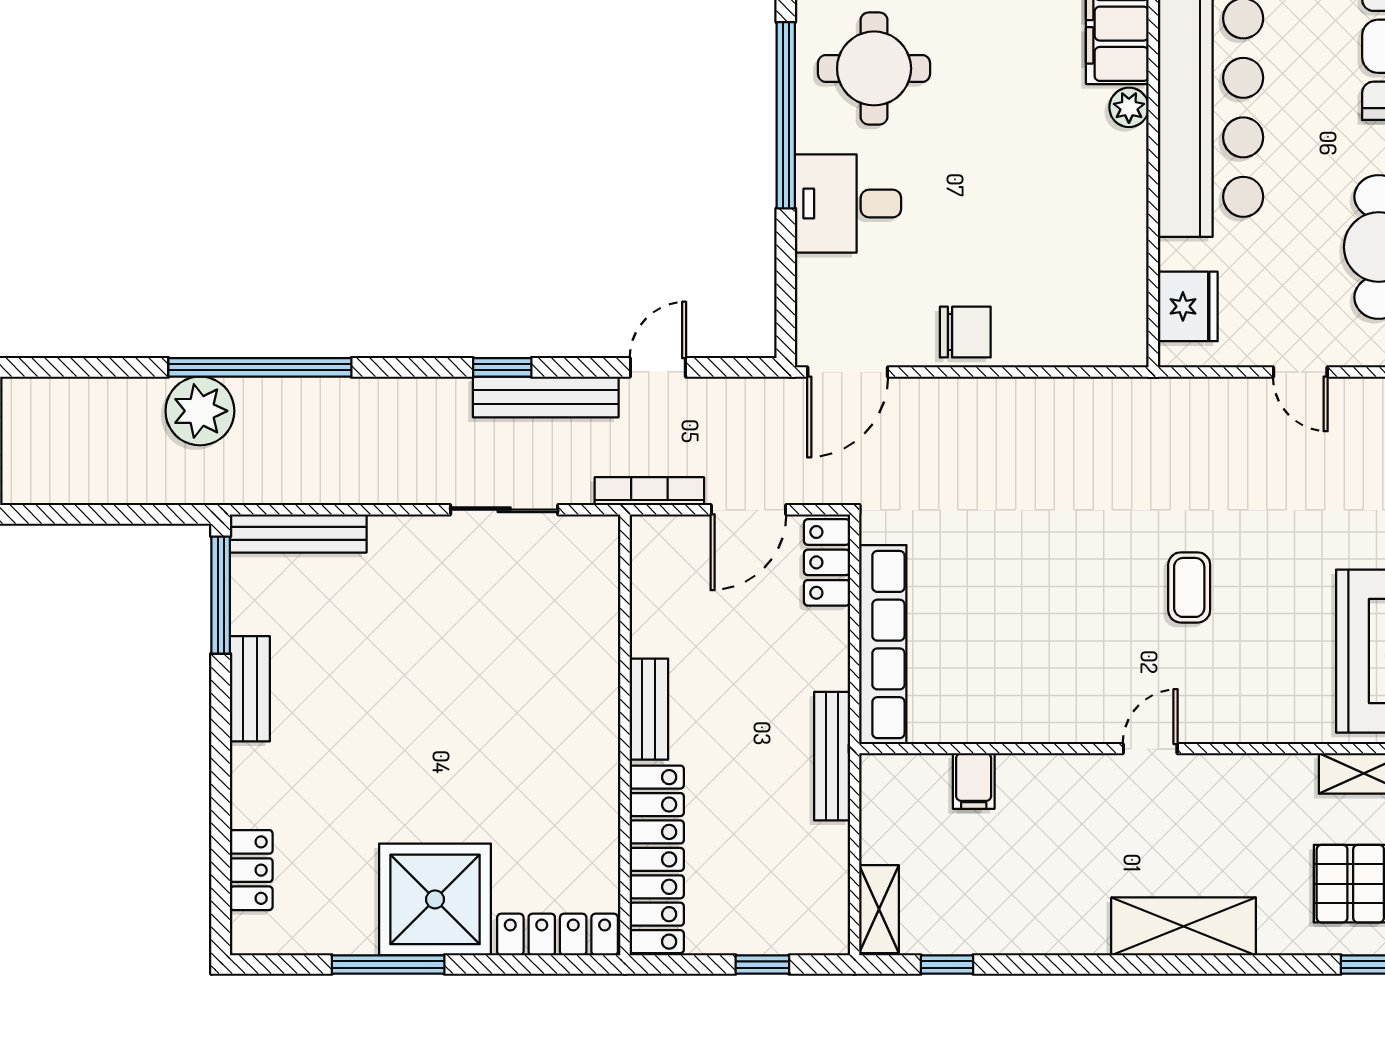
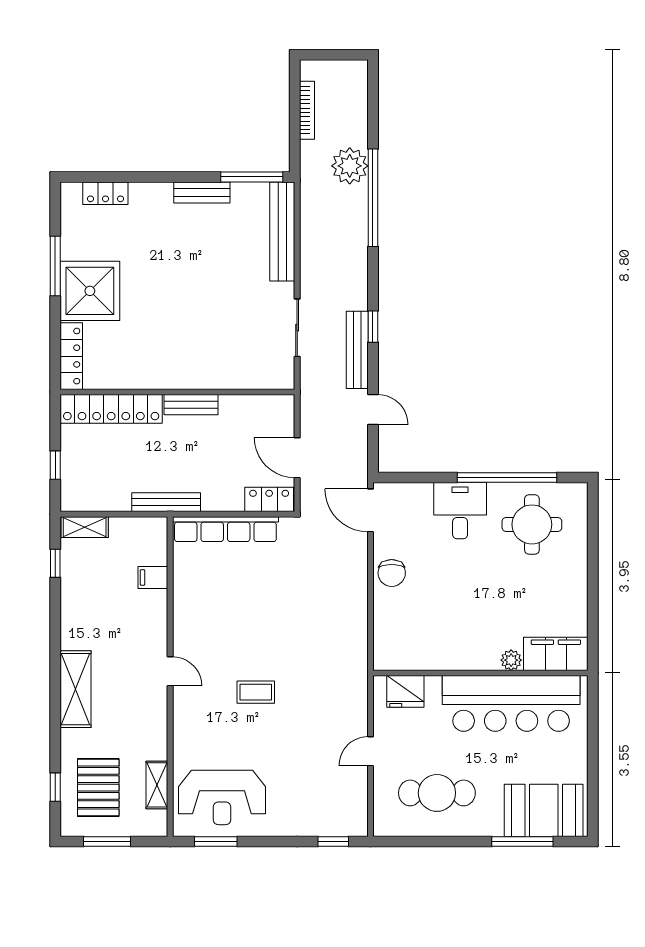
bookcase: (649, 491) -> (307, 110), moved
bench: (298, 533) -> (282, 231), width x1.37, depth x1.21

